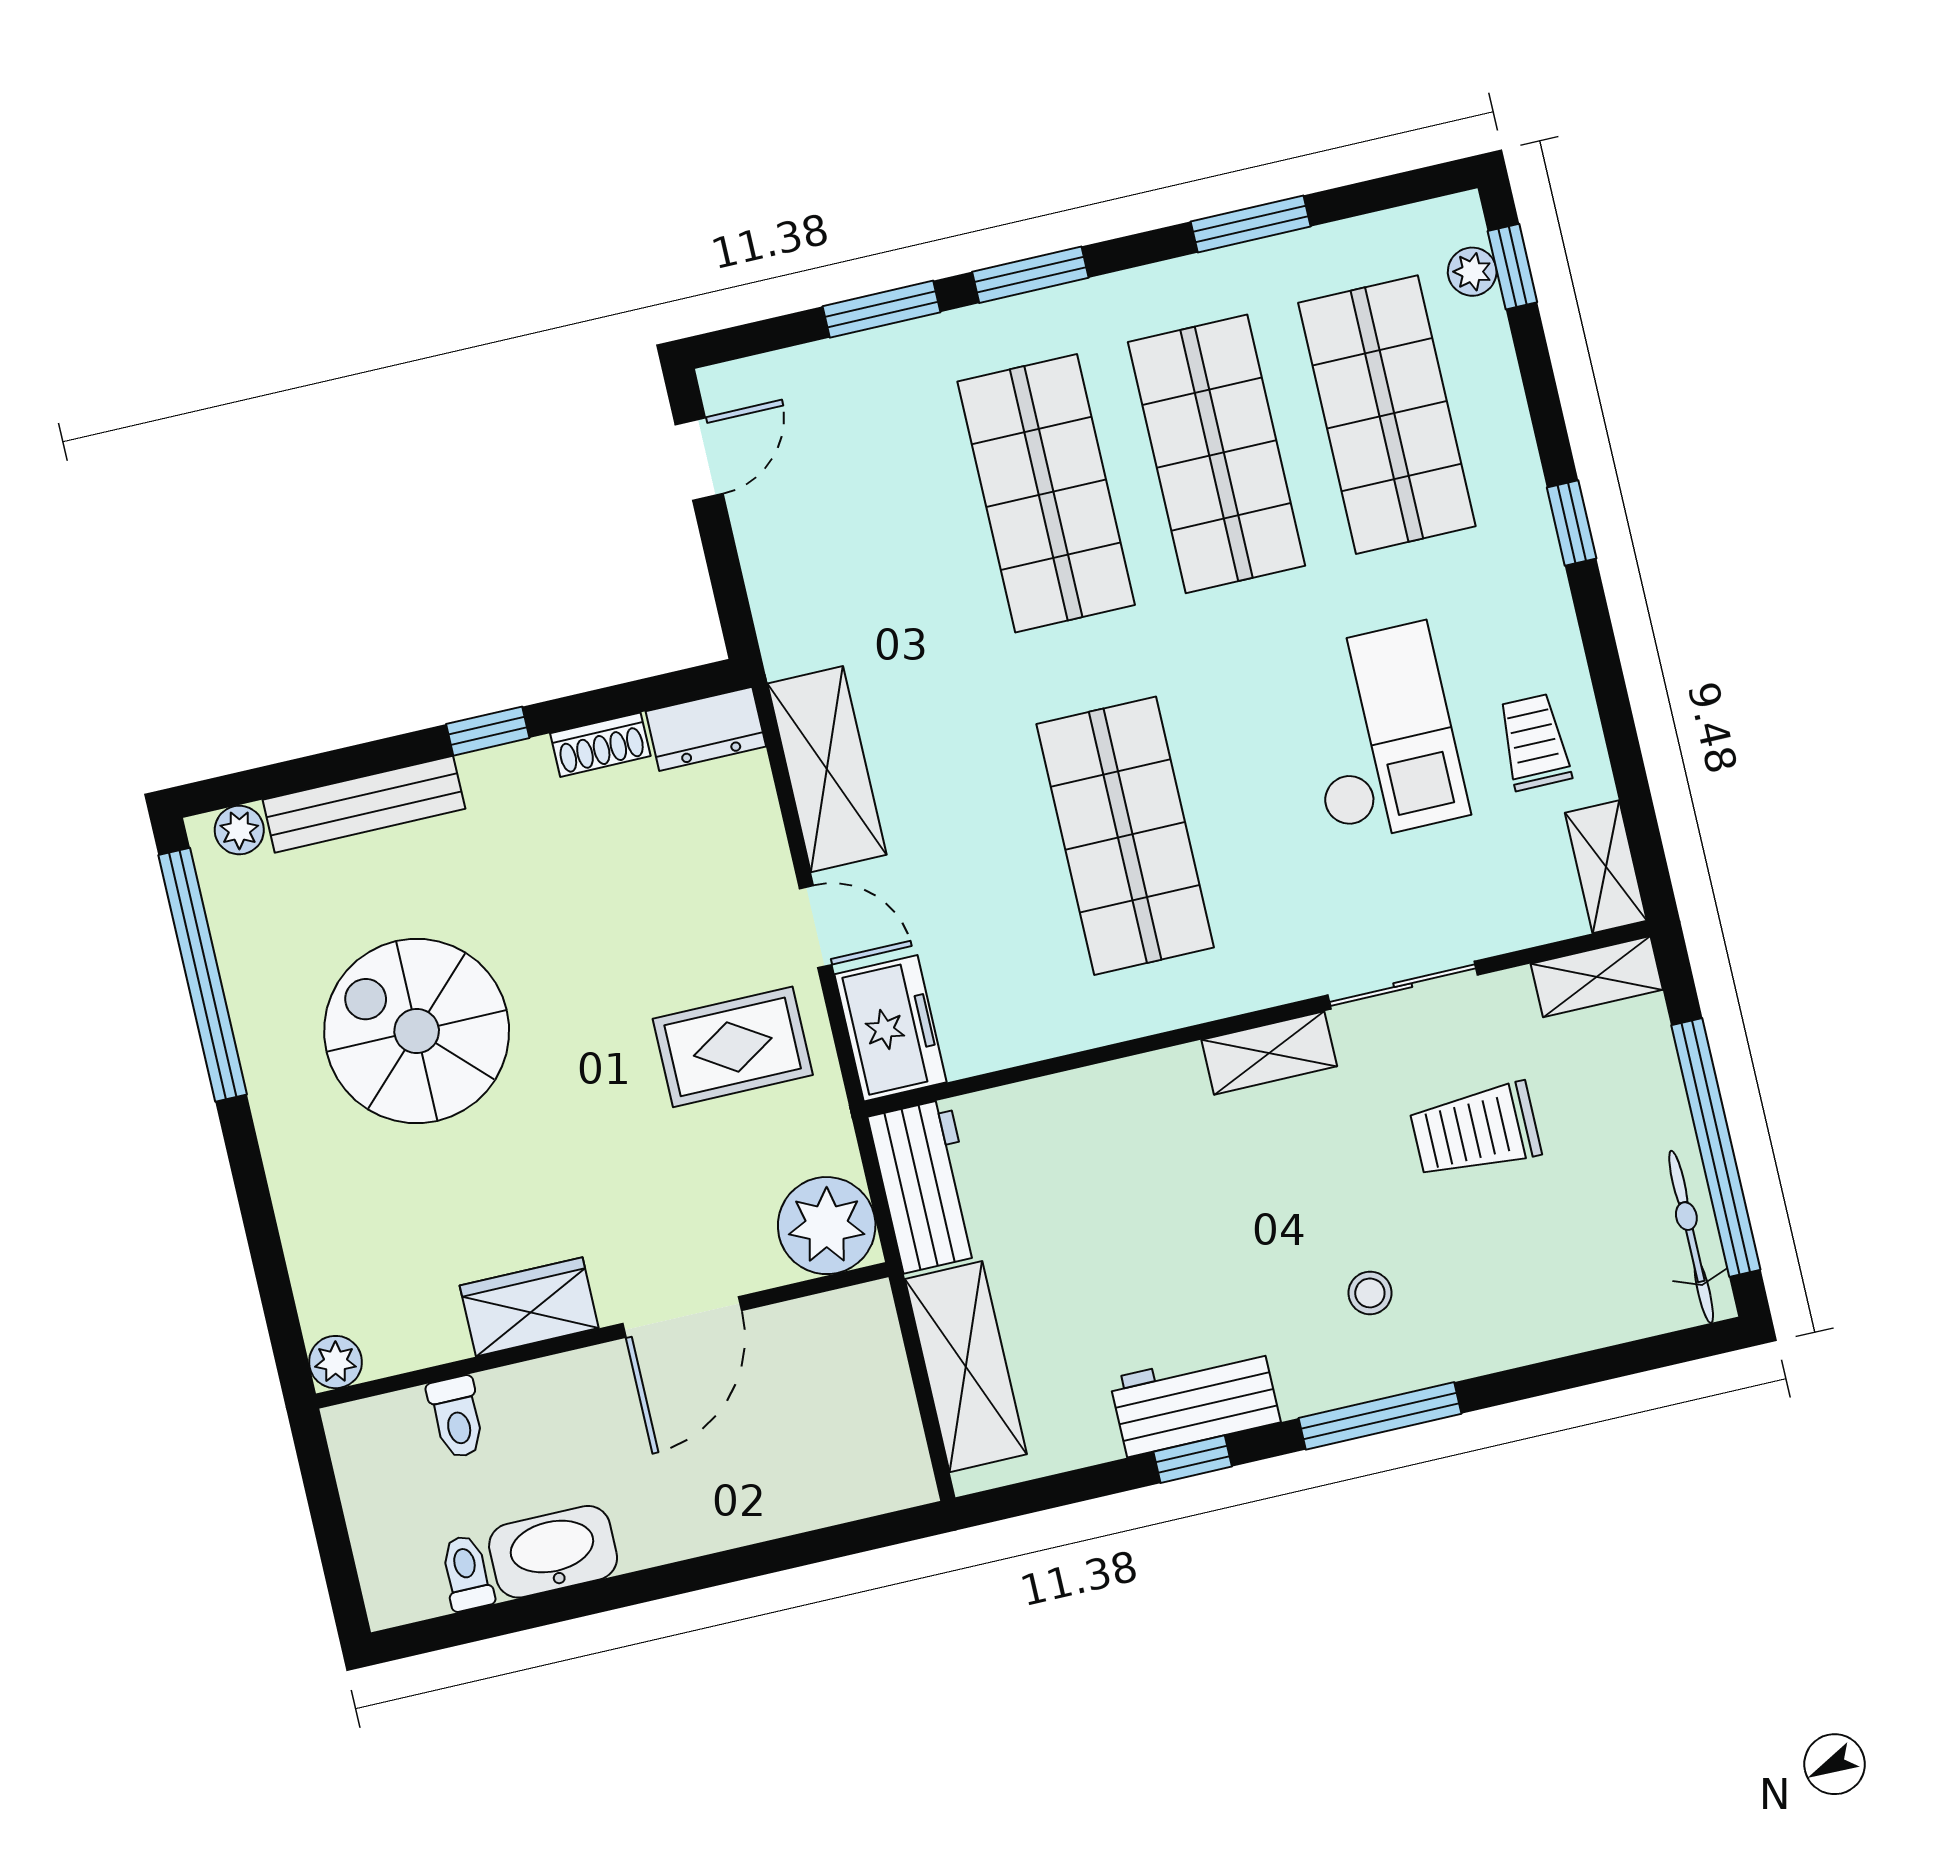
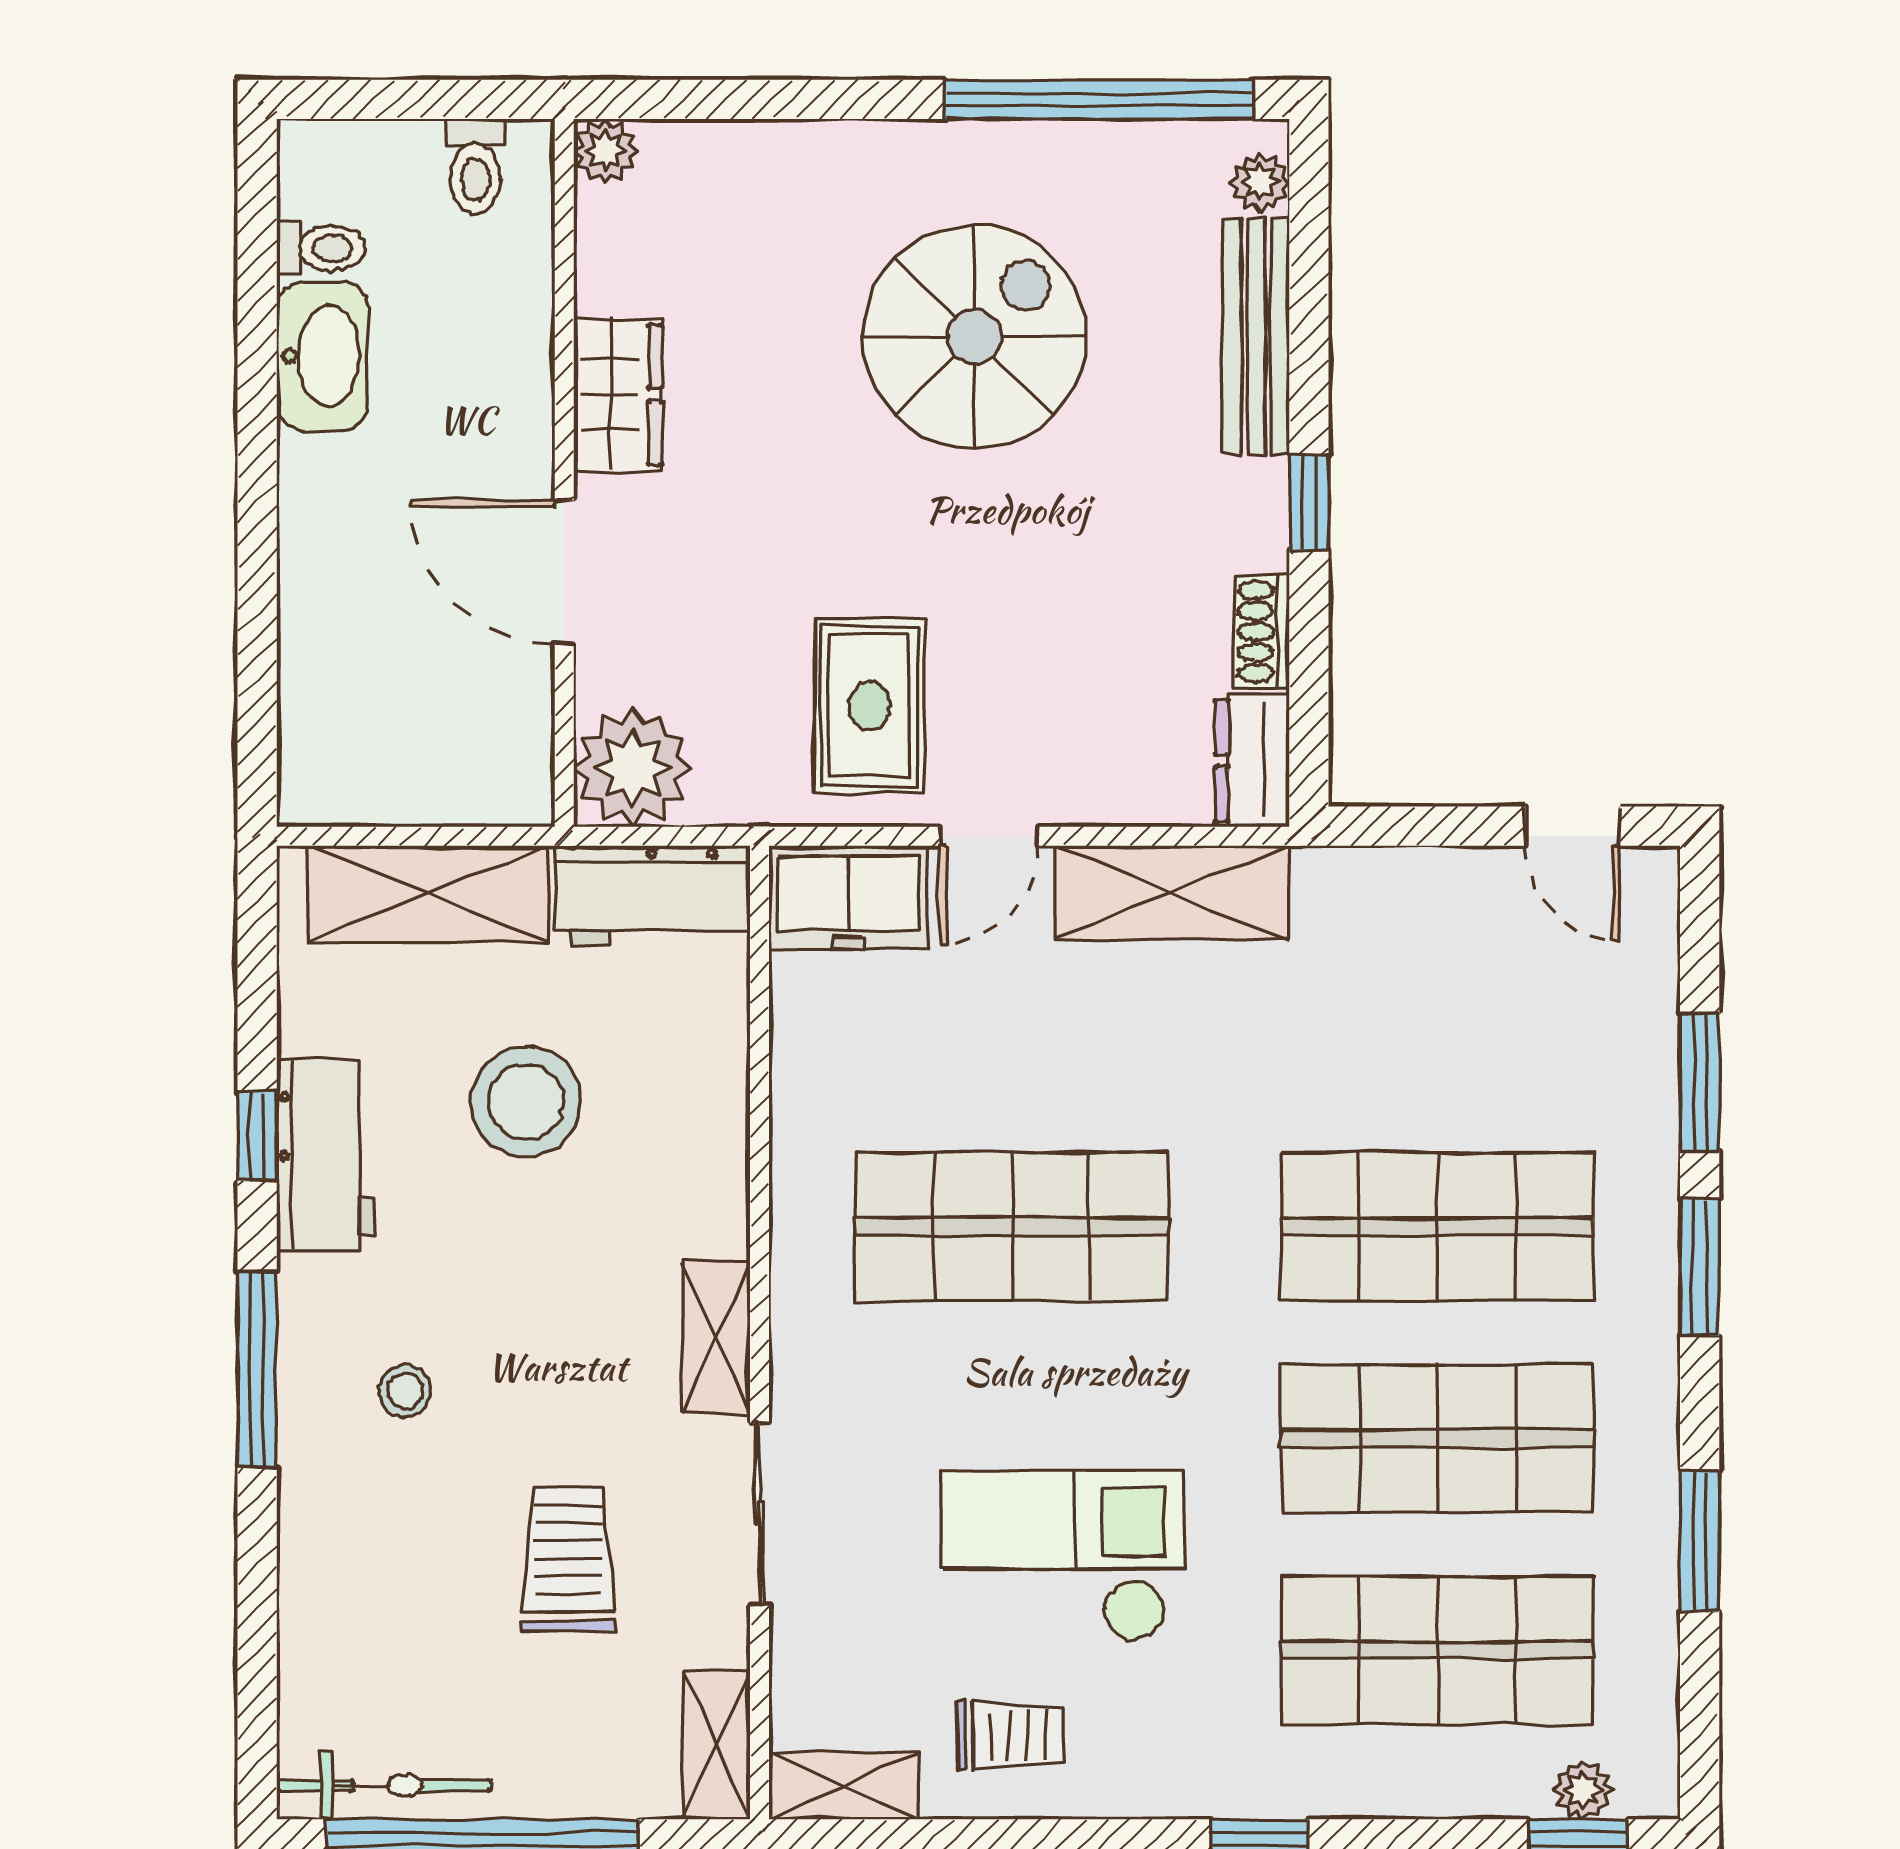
checkout: (1380, 733) -> (1063, 1556), turned 180
stool: (1115, 1249) -> (526, 1102), added
toilet: (457, 1417) -> (476, 166), moved, turned -90

